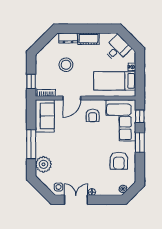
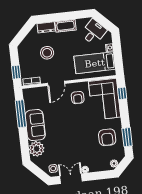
sofa: (45, 116) -> (35, 125), moved
window: (140, 142) -> (127, 137), moved
window: (31, 144) -> (21, 114), moved

